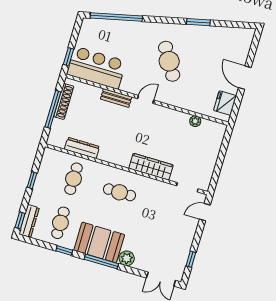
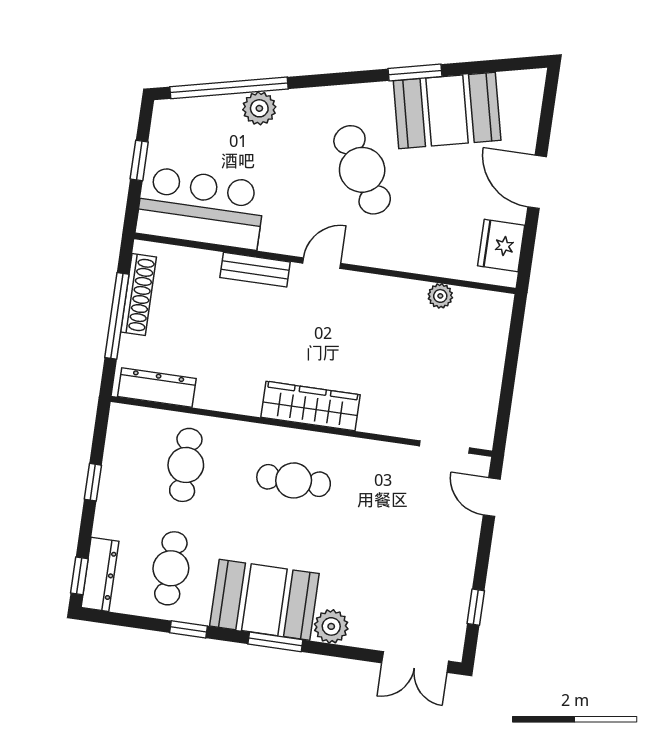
plant: (128, 28) -> (259, 108), added
booth: (210, 41) -> (447, 110), added
window: (68, 57) -> (139, 161), moved
dresser: (82, 148) -> (157, 388), moved
wardrobe: (151, 167) -> (311, 406), moved
door: (205, 212) -> (492, 497), hinge flipped
window: (101, 261) -> (275, 642), width x0.69

